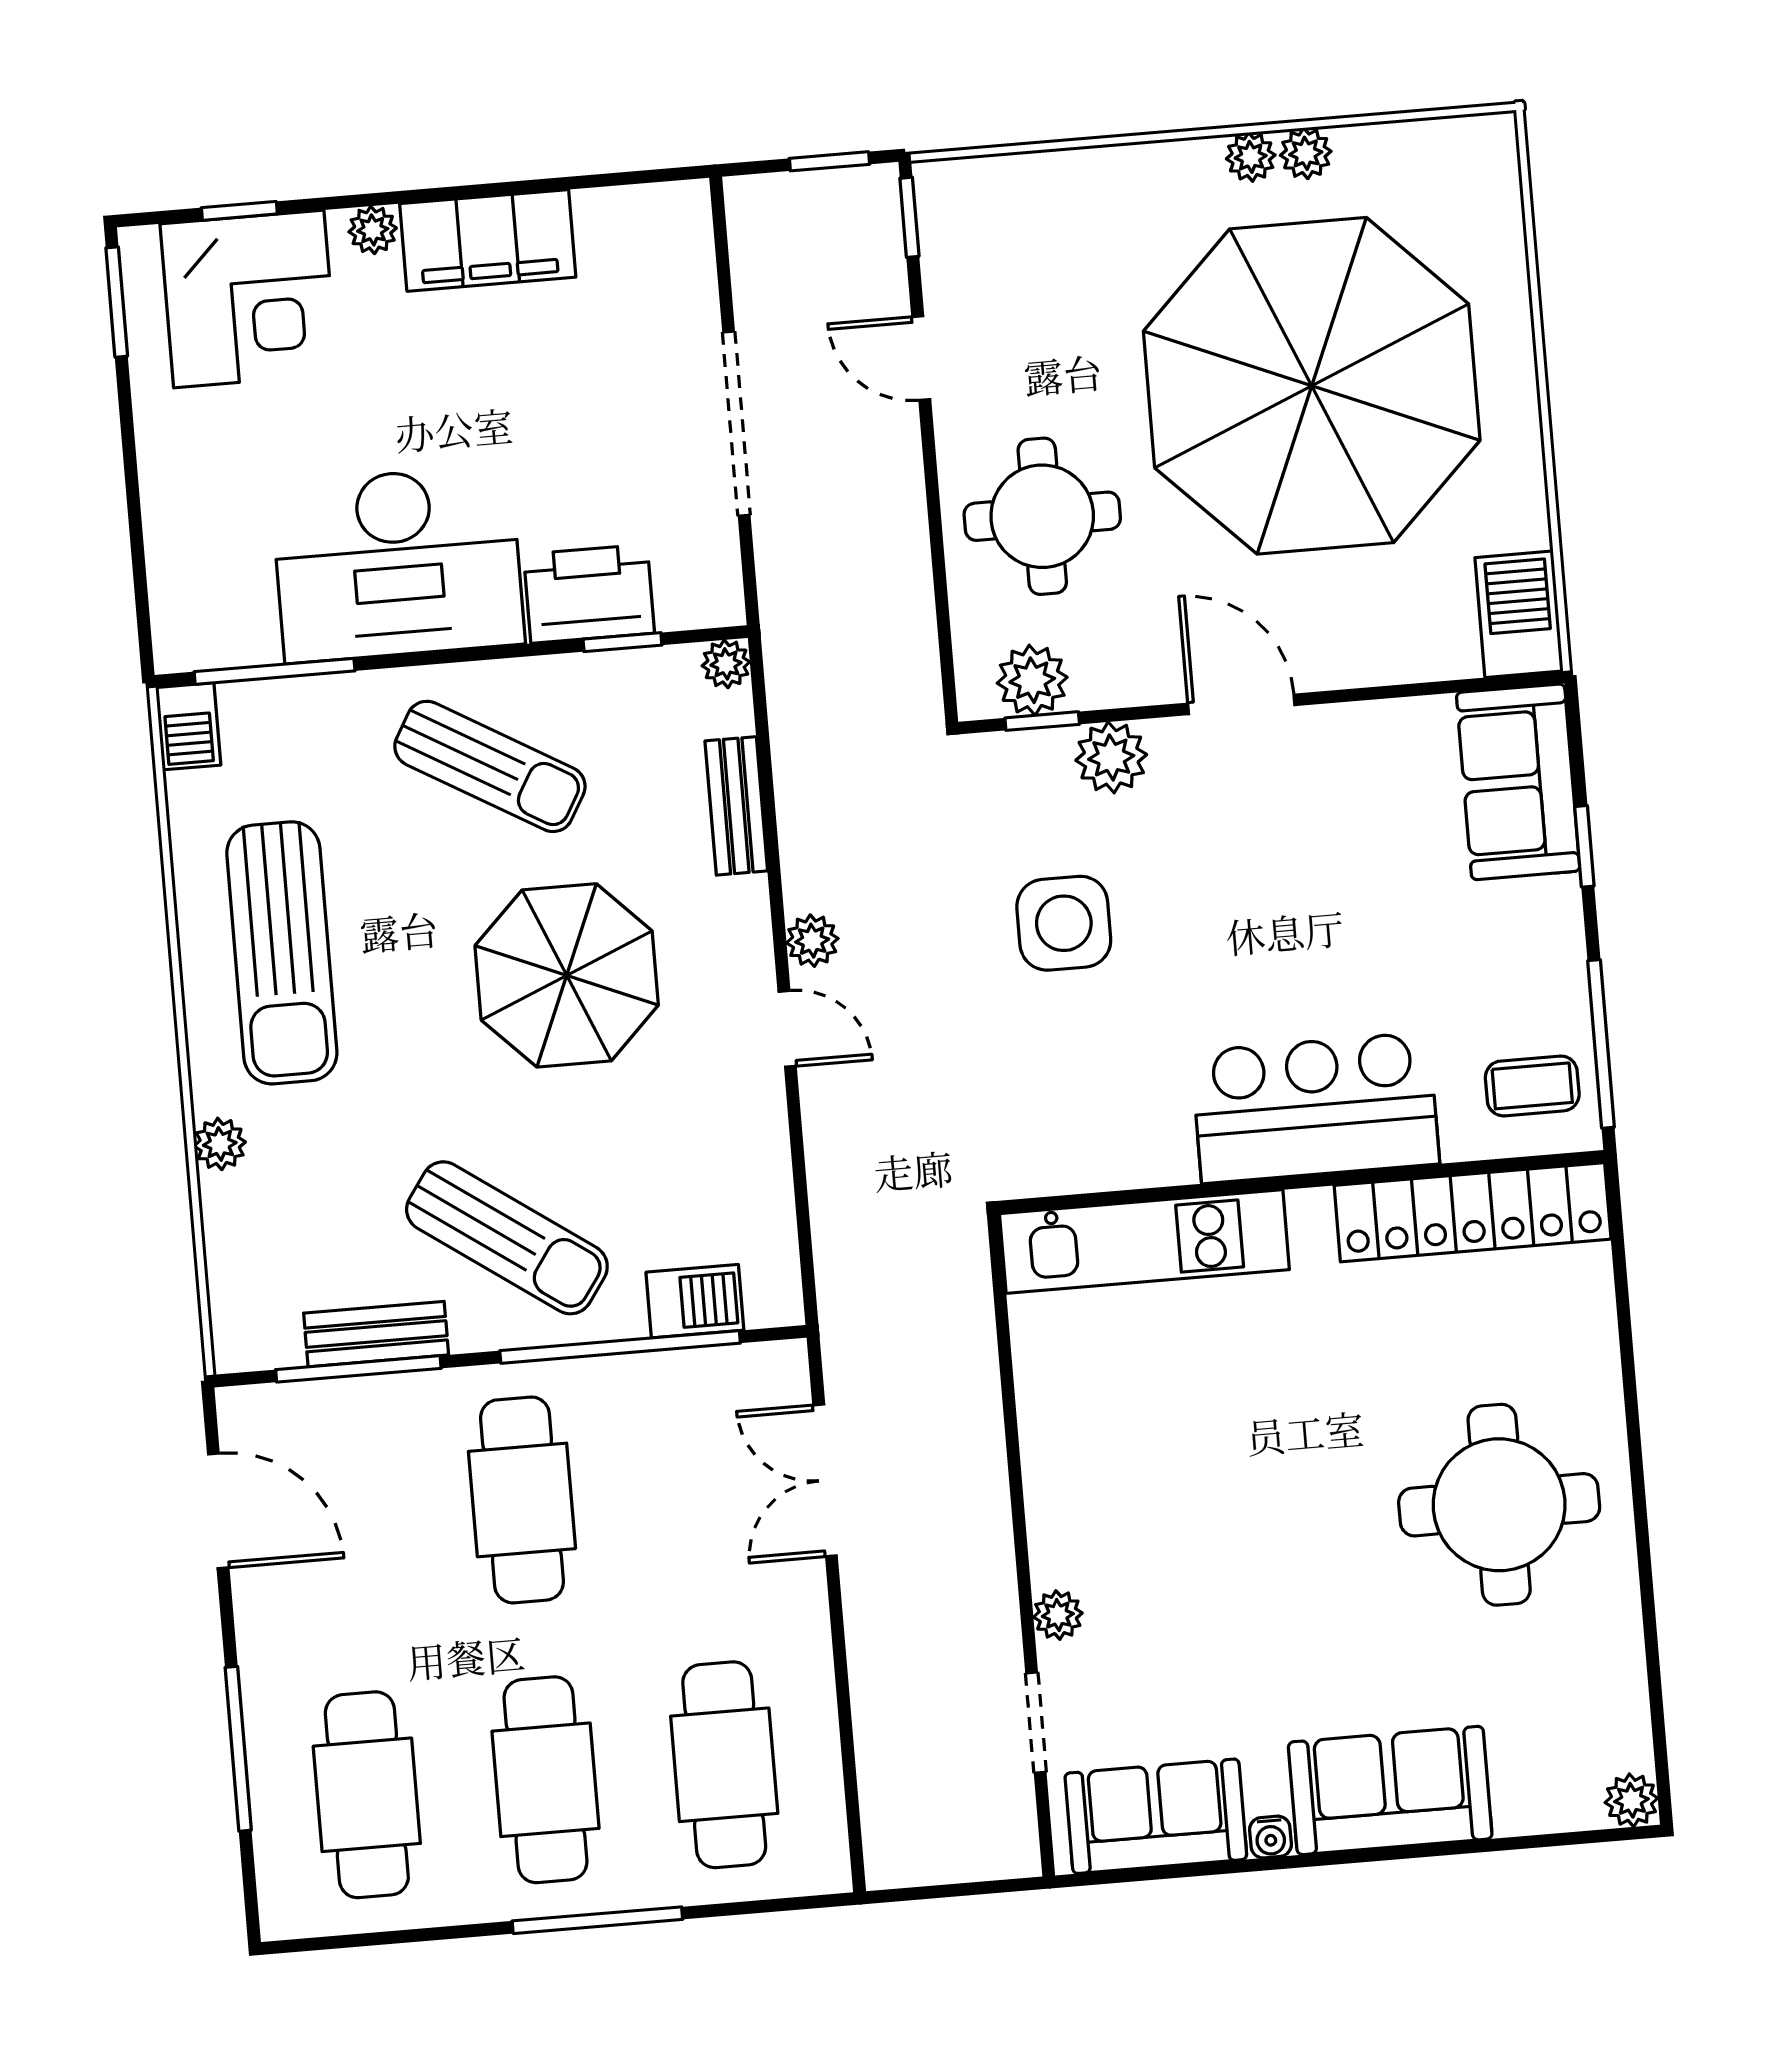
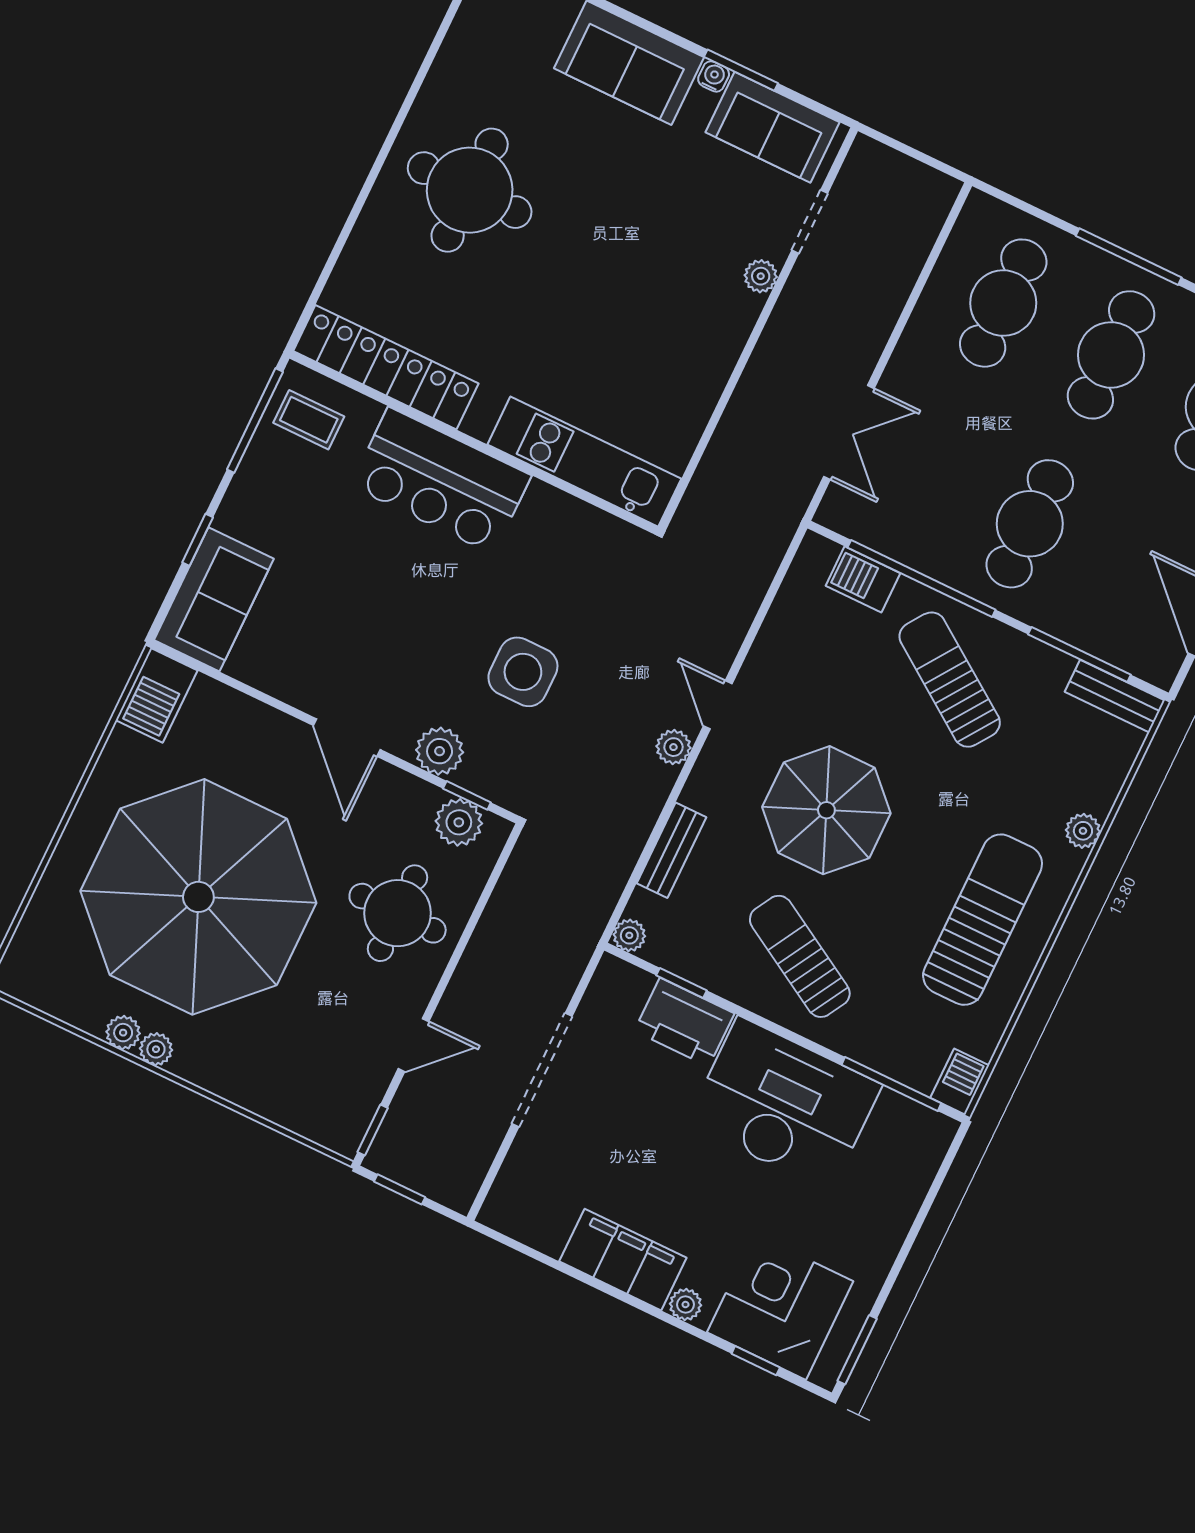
door: (921, 358) -> (413, 1045), hinge flipped
bench: (376, 1334) -> (1115, 696), moved
window: (1240, 1866) -> (741, 70), added

